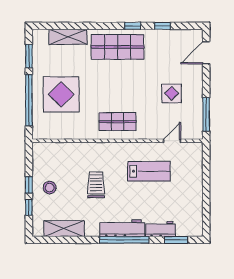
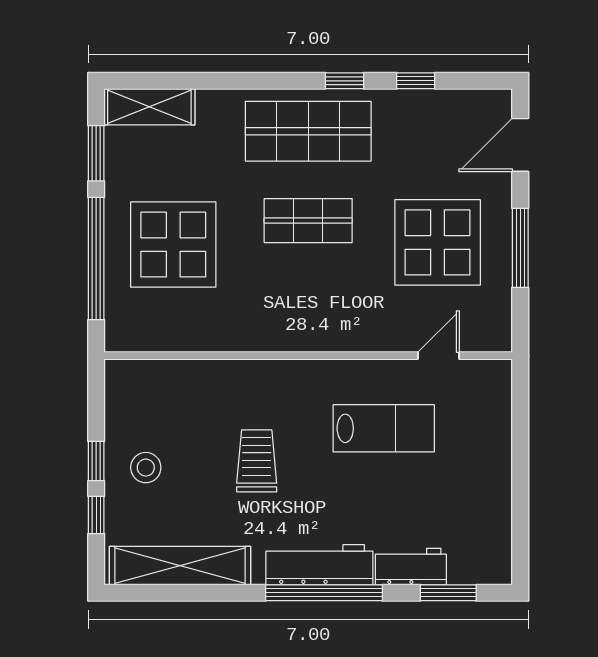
shelving: (68, 37) -> (149, 107), moved
display table: (172, 93) -> (438, 242), width x1.86, depth x1.86
window: (206, 114) -> (520, 248), moved
shop shelf: (118, 122) -> (308, 221), moved
shelving: (64, 229) -> (180, 566), width x1.47

